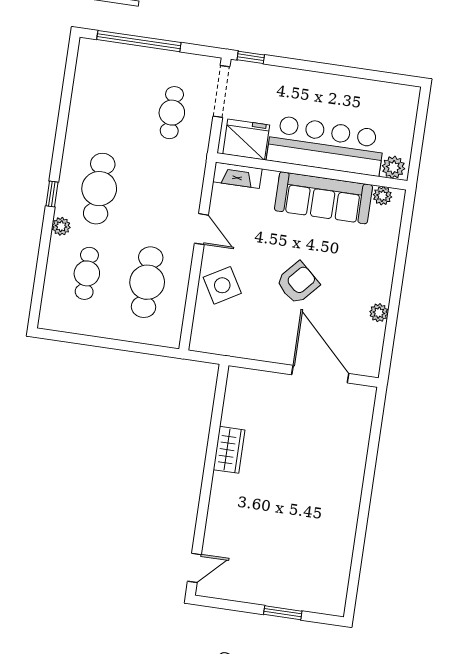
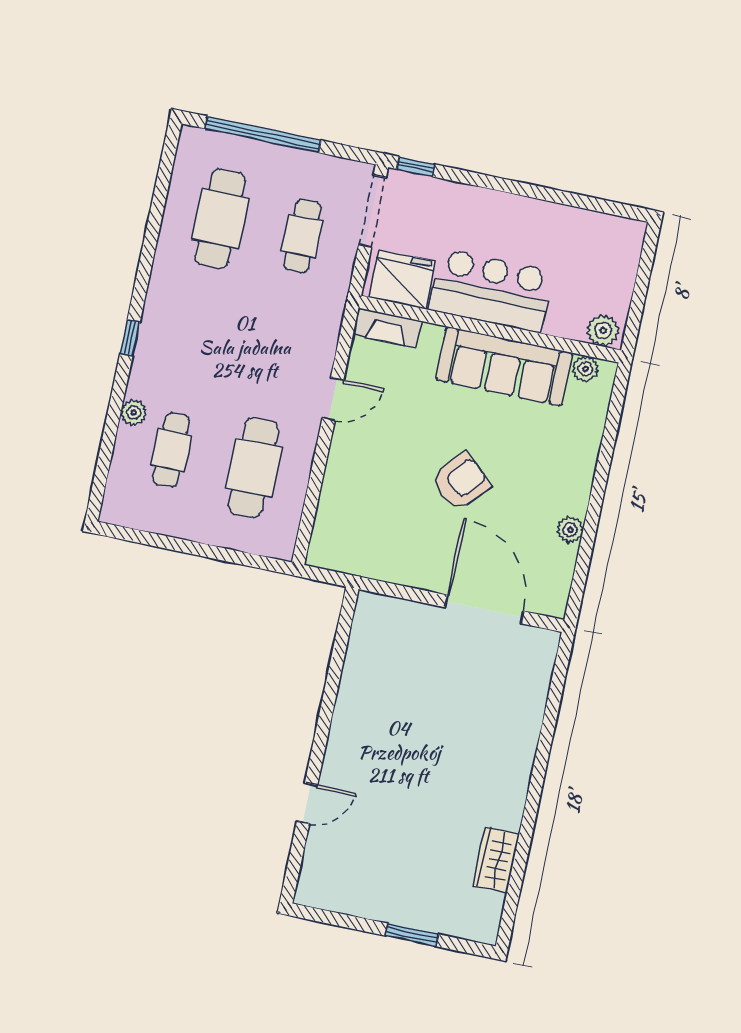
bar counter: (326, 146) -> (491, 290), width x0.73
cafe table: (99, 189) -> (220, 219), moved
plant: (61, 226) -> (134, 413), moved
door: (201, 229) -> (333, 399), hinge flipped
side table: (222, 285) -> (357, 478), removed
wardrobe: (229, 450) -> (496, 860), moved, turned 180
door: (194, 568) -> (307, 803), moved

